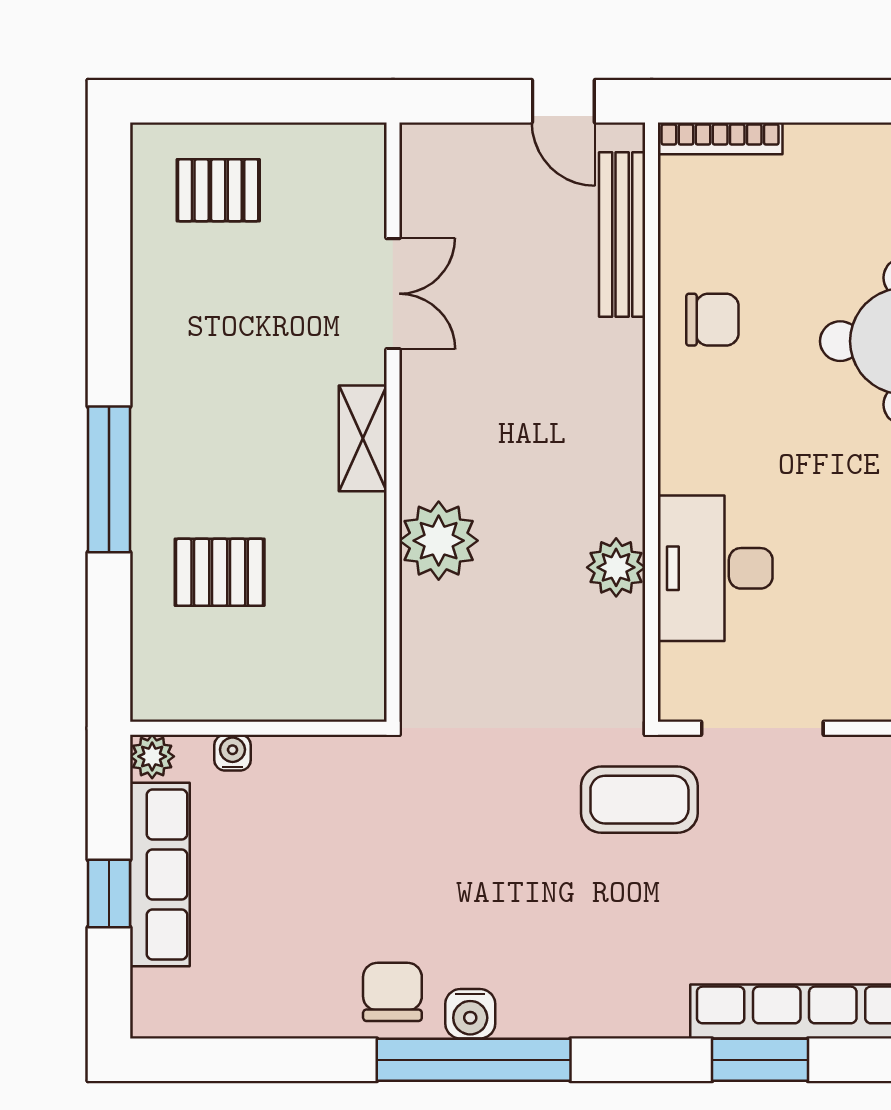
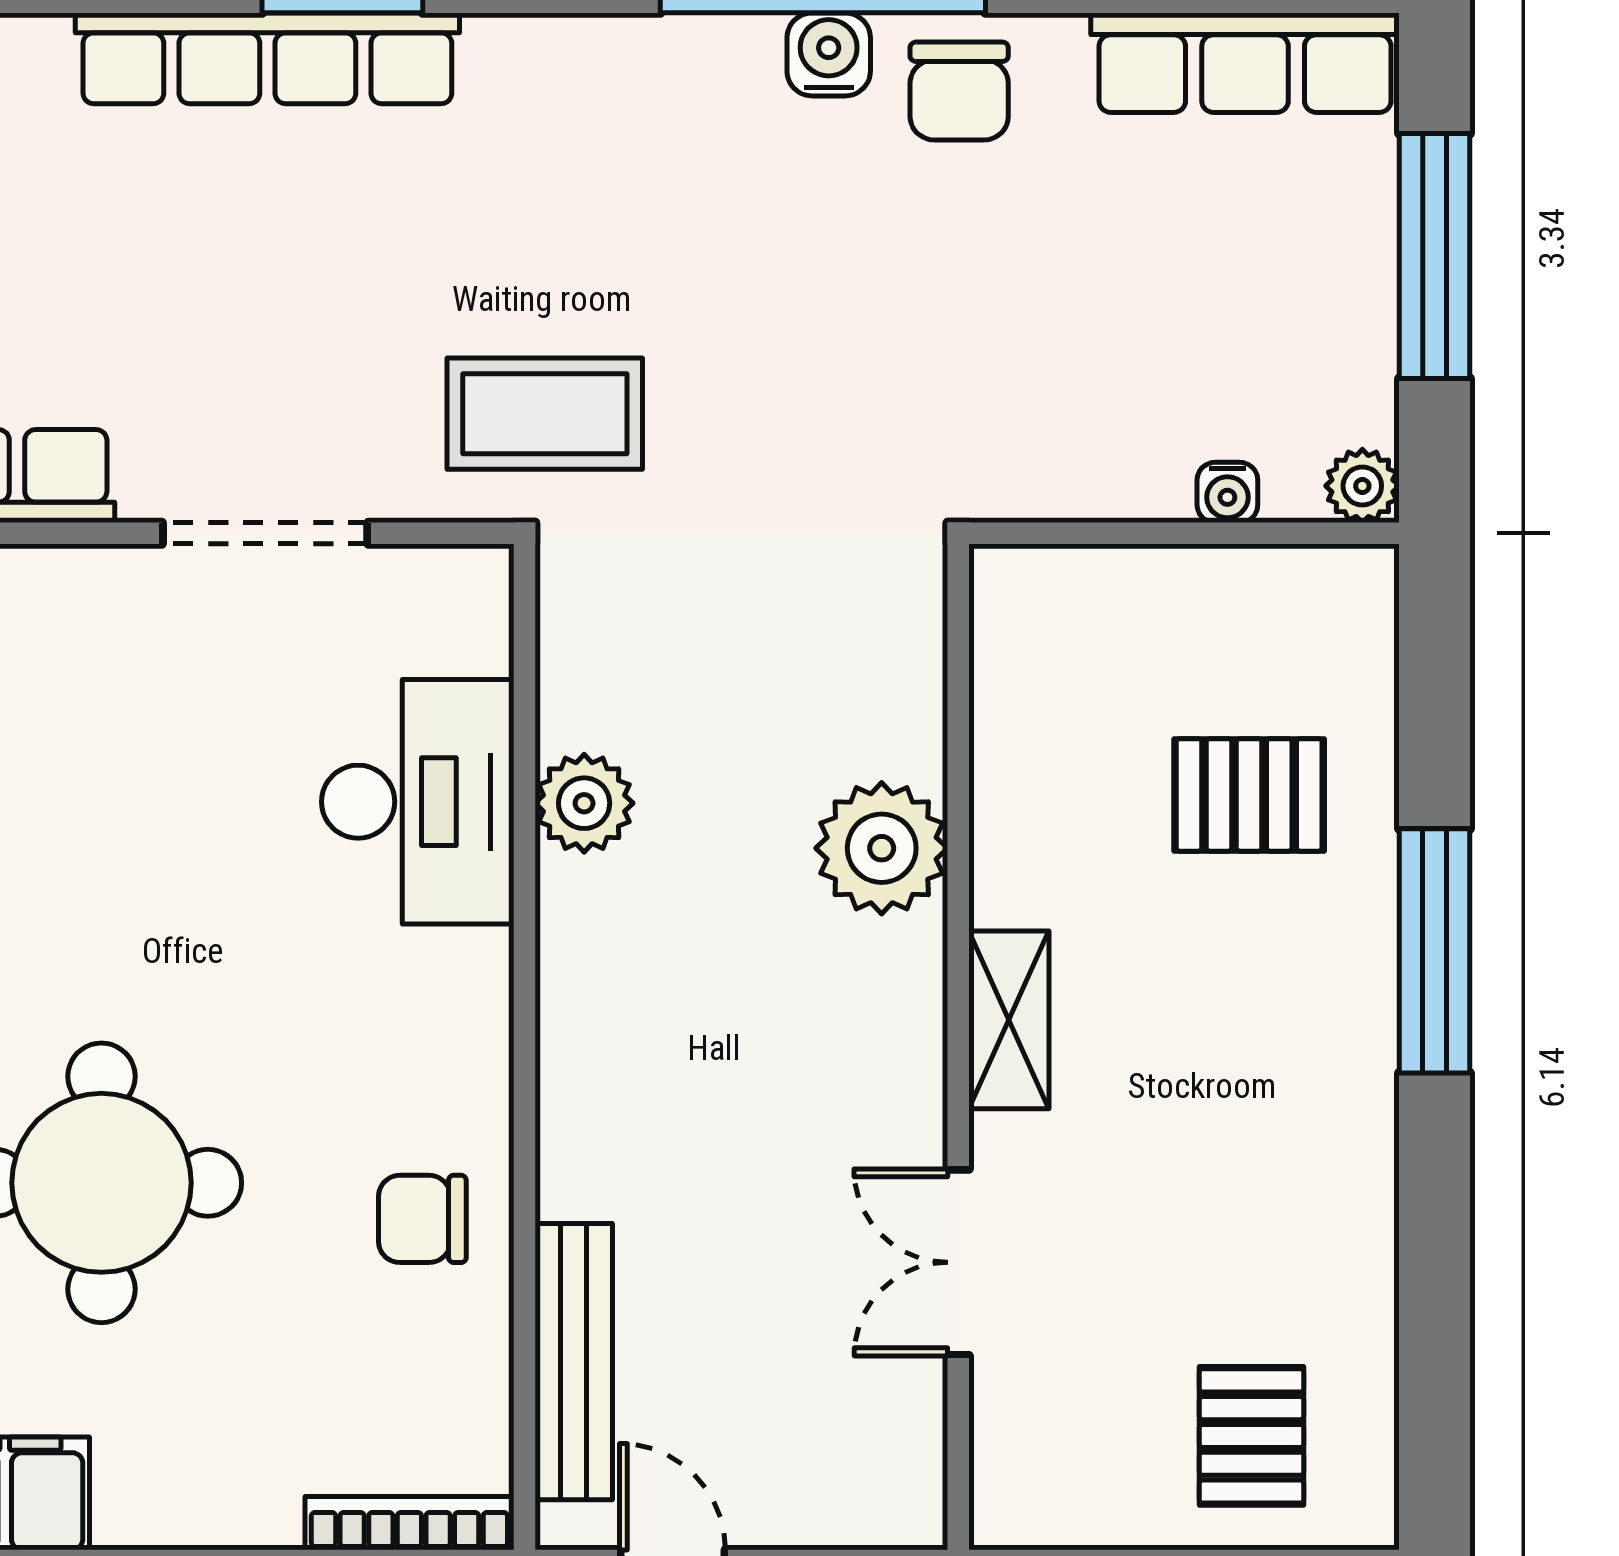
pallet: (218, 190) -> (1252, 1436), turned 90
doorway: (762, 728) -> (265, 533), moved
row of seats: (160, 874) -> (1245, 63), moved, turned -90
window: (109, 894) -> (1435, 256), width x2.17

